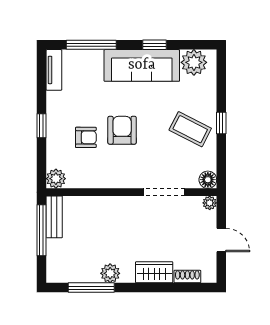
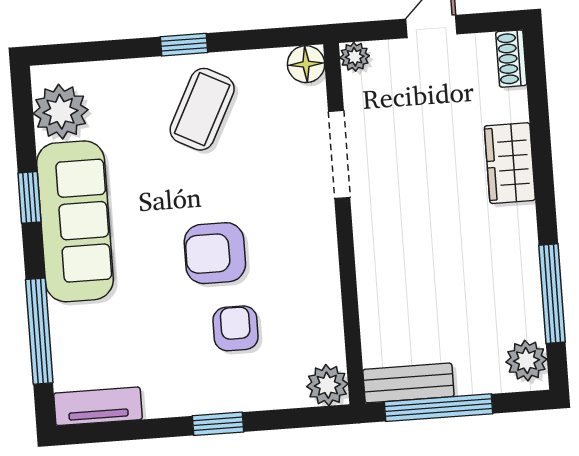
plant: (110, 273) -> (526, 361), moved
shoe rack: (187, 277) -> (511, 59), moved

